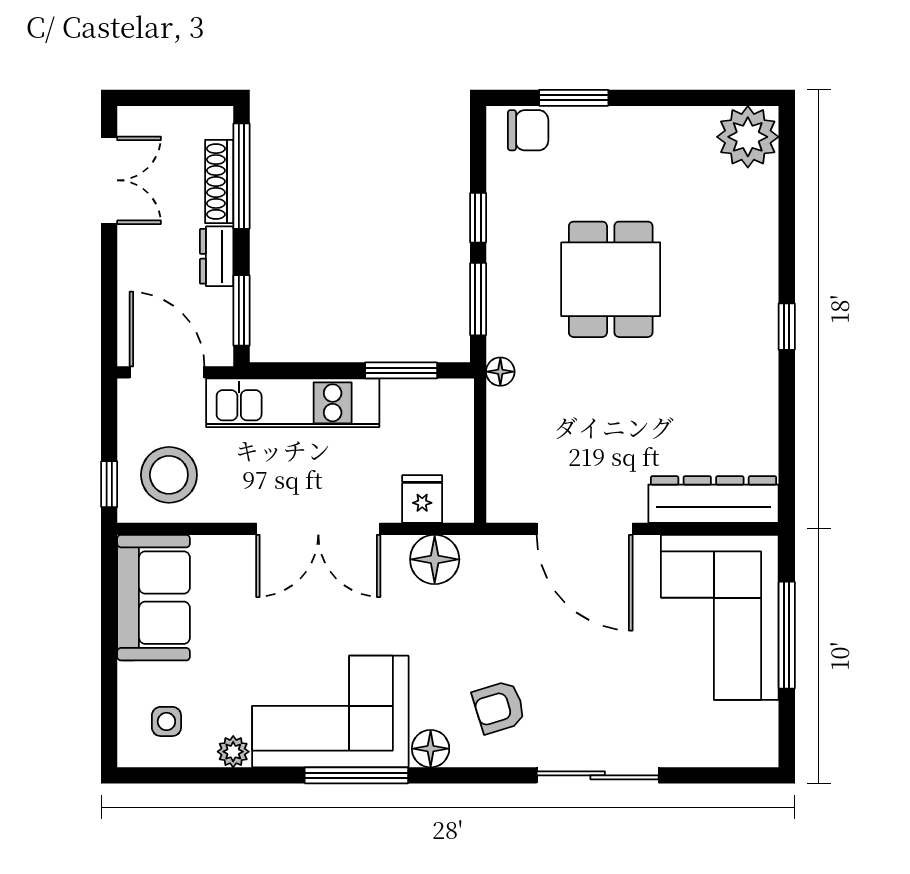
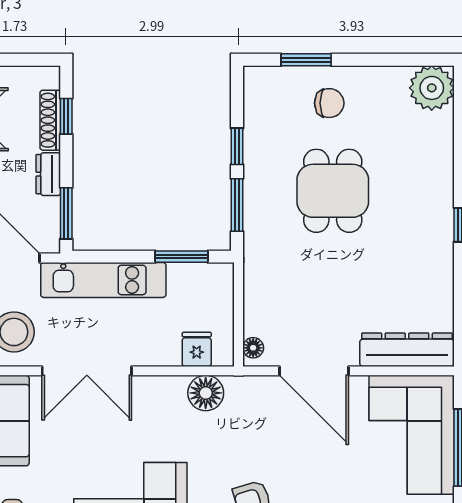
chair: (528, 130) -> (329, 103), moved
window: (241, 176) -> (66, 116), width x0.46
floor lamp: (500, 372) -> (253, 348), moved
double door: (318, 529) -> (87, 371), moved

